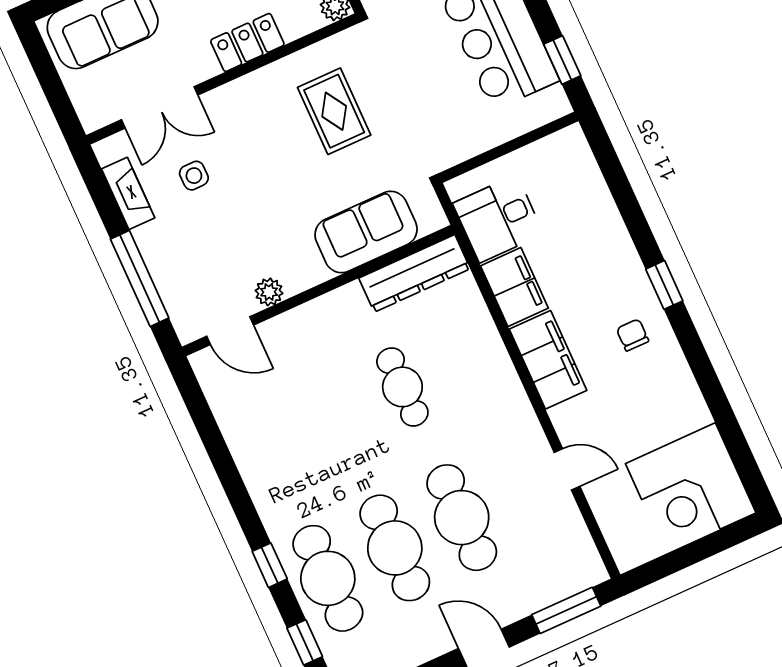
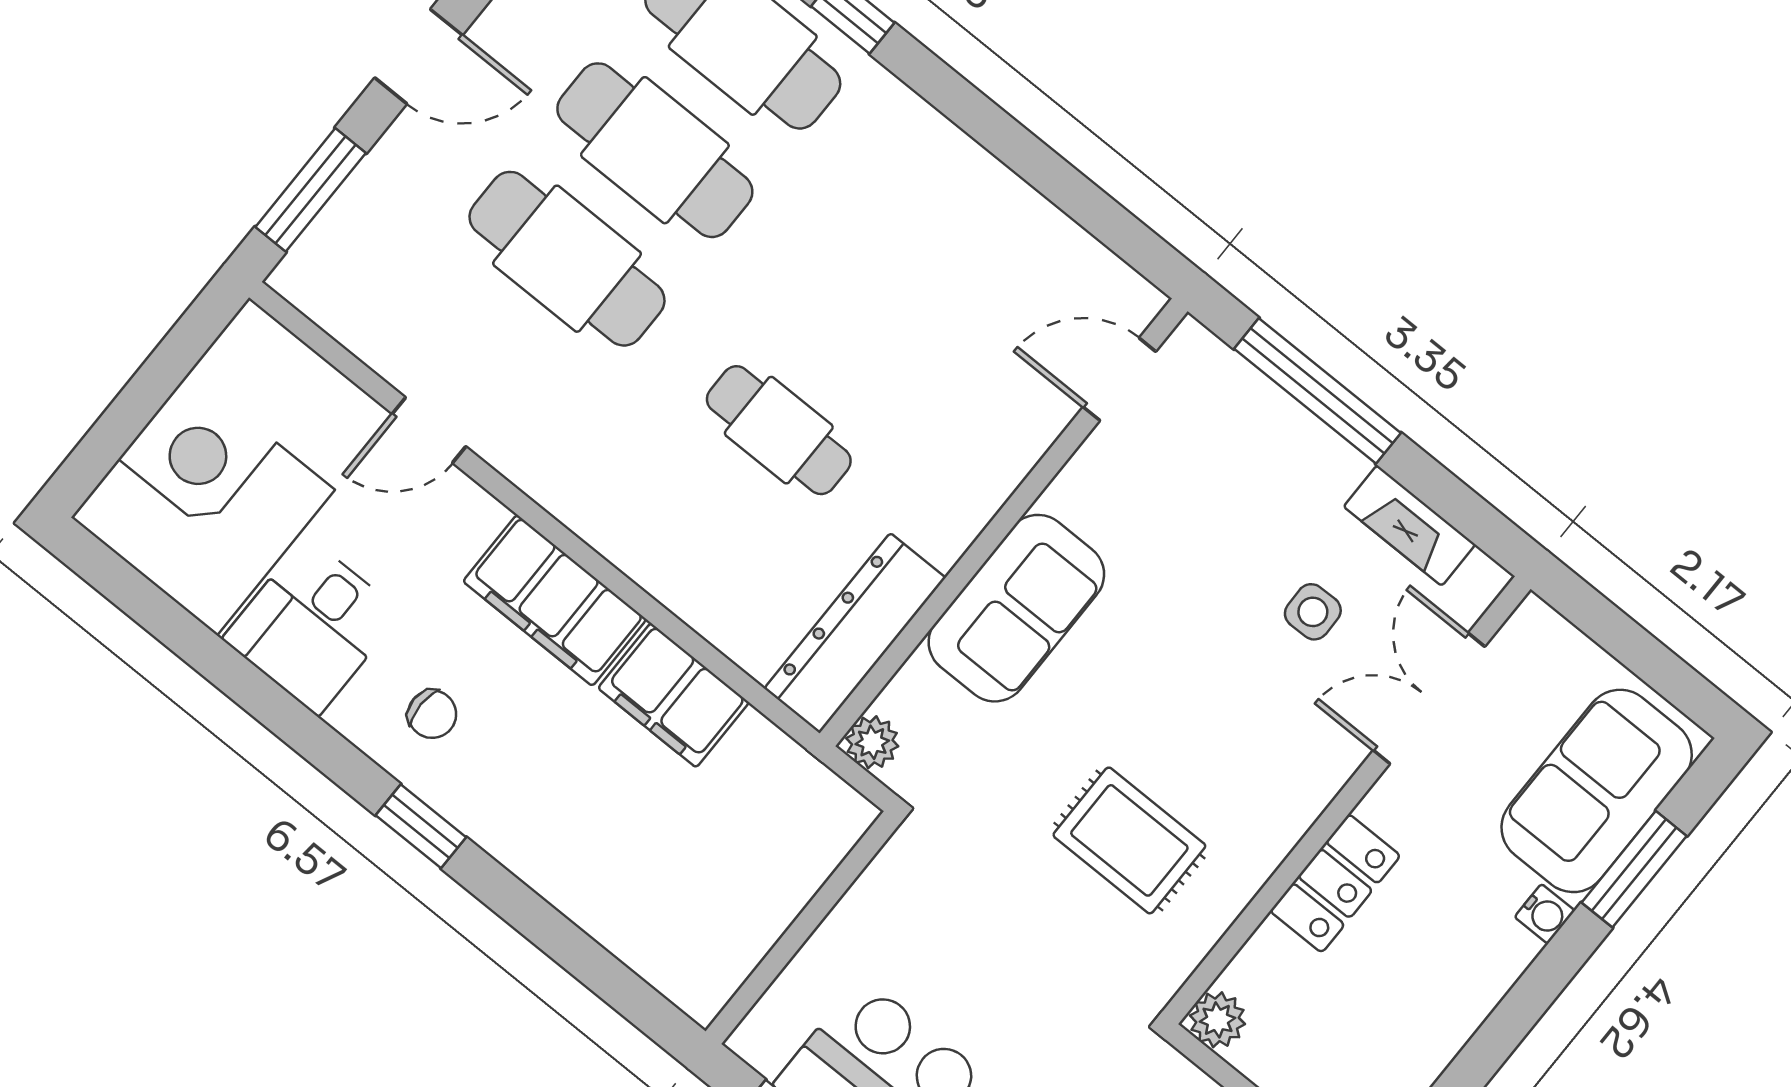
desk: (498, 219) -> (312, 626), moved, turned 180
sofa: (366, 232) -> (1016, 608), moved
plant: (269, 292) -> (872, 742), moved

